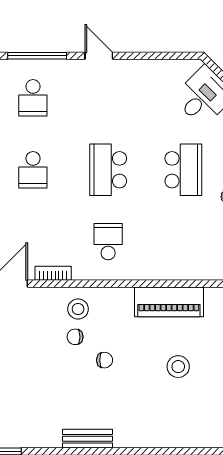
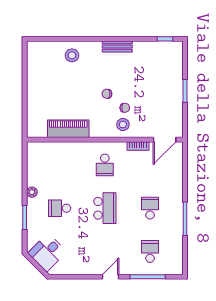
door: (99, 56) -> (110, 277), swing flipped
school desk: (183, 170) -> (60, 208), width x0.54
stool: (178, 367) -> (72, 55), moved

